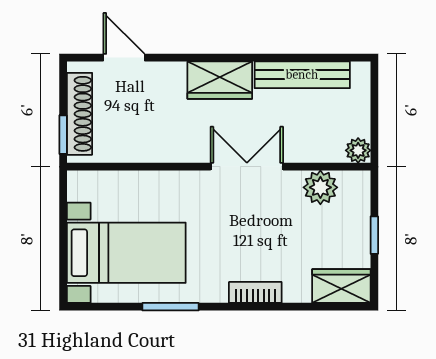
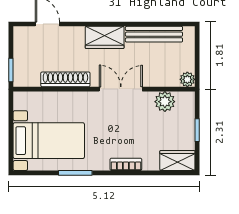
shoe rack: (79, 114) -> (65, 79), moved, turned -90

